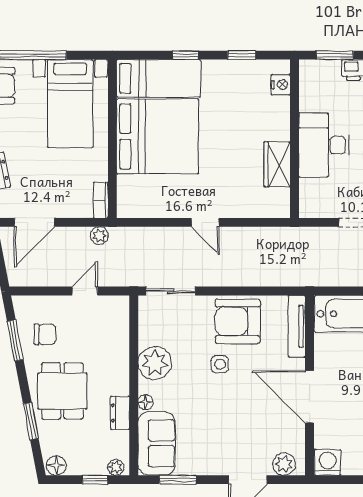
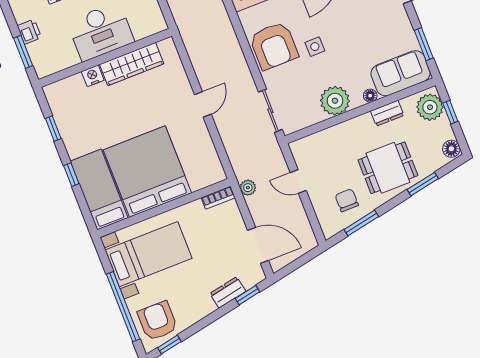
nightstand: (281, 85) -> (93, 76), moved
wardrobe: (277, 164) -> (132, 64), width x1.50
plant: (116, 467) -> (430, 107), width x1.87, depth x1.87

